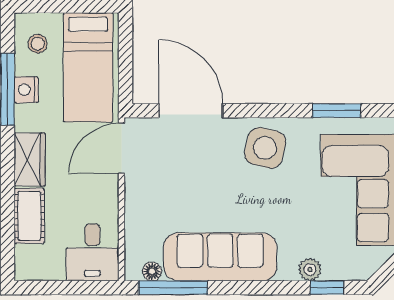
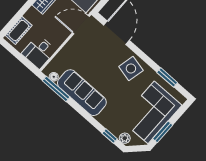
cot: (29, 216) -> (19, 30), moved
plant: (310, 269) -> (125, 138), moved

